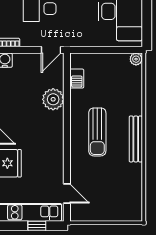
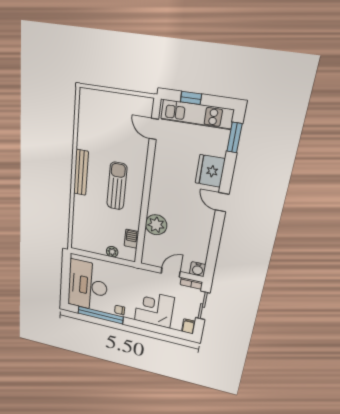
door: (51, 50) -> (171, 272), moved
plant: (136, 59) -> (112, 252), moved

